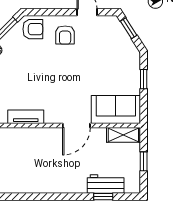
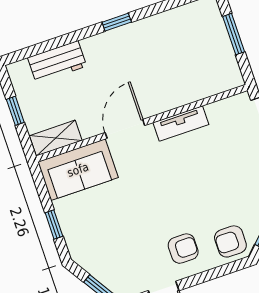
armchair: (65, 35) -> (183, 249), turned 90
tv unit: (26, 117) -> (181, 123), moved
window: (103, 197) -> (117, 22), moved

